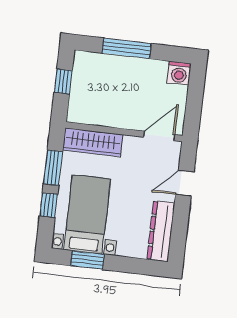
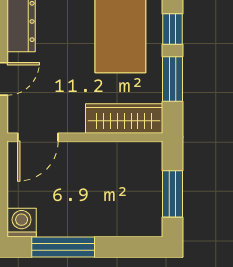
window: (127, 48) -> (63, 247), moved
window: (63, 81) -> (172, 194), width x1.50

